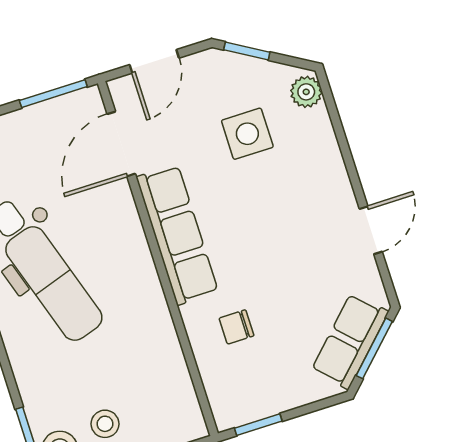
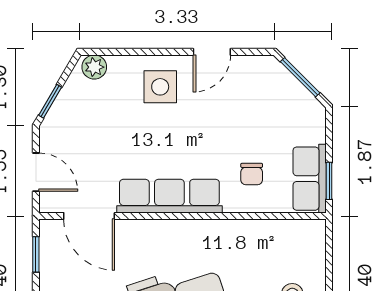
window: (53, 94) -> (36, 254), width x0.67
side table: (247, 134) -> (160, 87), moved
door: (371, 230) -> (212, 52), swing flipped
row of seats: (350, 341) -> (310, 179), moved, turned 45

